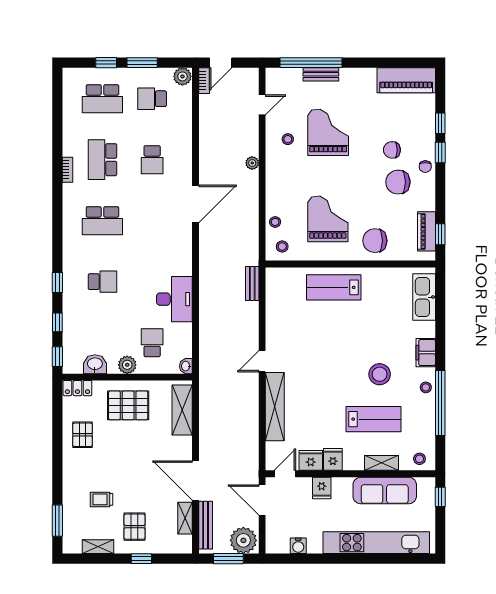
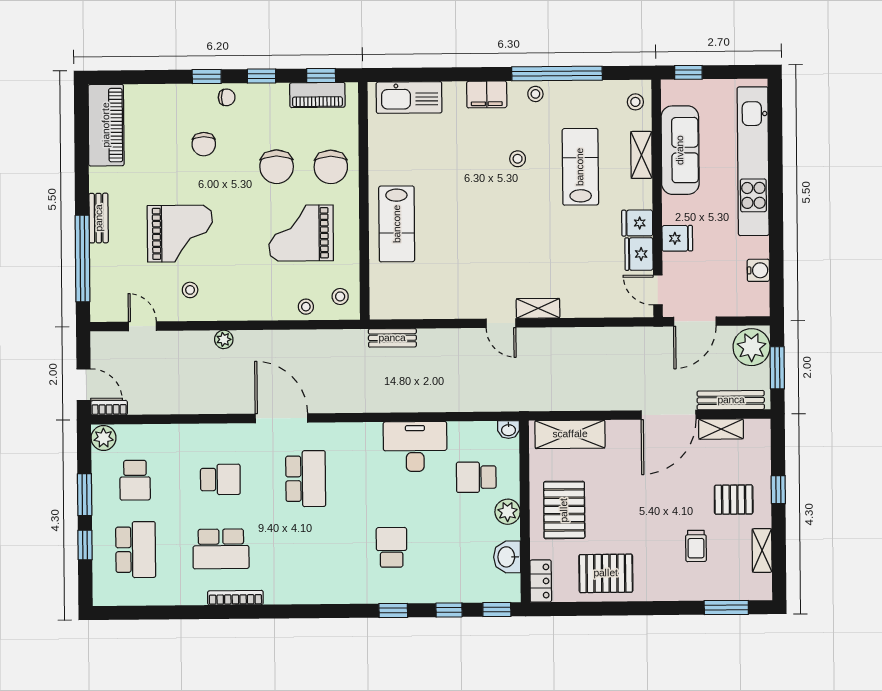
bench: (321, 74) -> (99, 218), moved
window: (440, 123) -> (261, 76), moved
grand piano: (328, 132) -> (180, 234), turned 180
bookcase: (67, 170) -> (235, 598), width x1.56
chair: (398, 182) -> (277, 167), moved
school desk: (102, 221) -> (306, 479), moved
stool: (380, 374) -> (518, 159), width x0.53, depth x0.53
shelving: (275, 407) -> (538, 308), width x0.45, depth x0.75
pallet: (83, 435) -> (606, 573), width x1.50, depth x1.42

